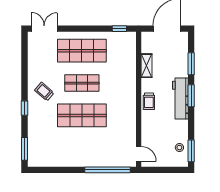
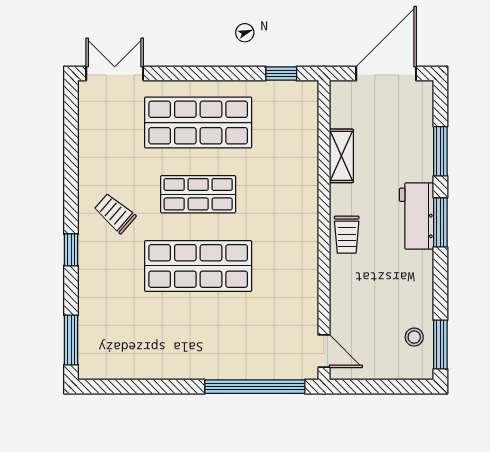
workbench: (180, 98) -> (416, 216), width x0.73

